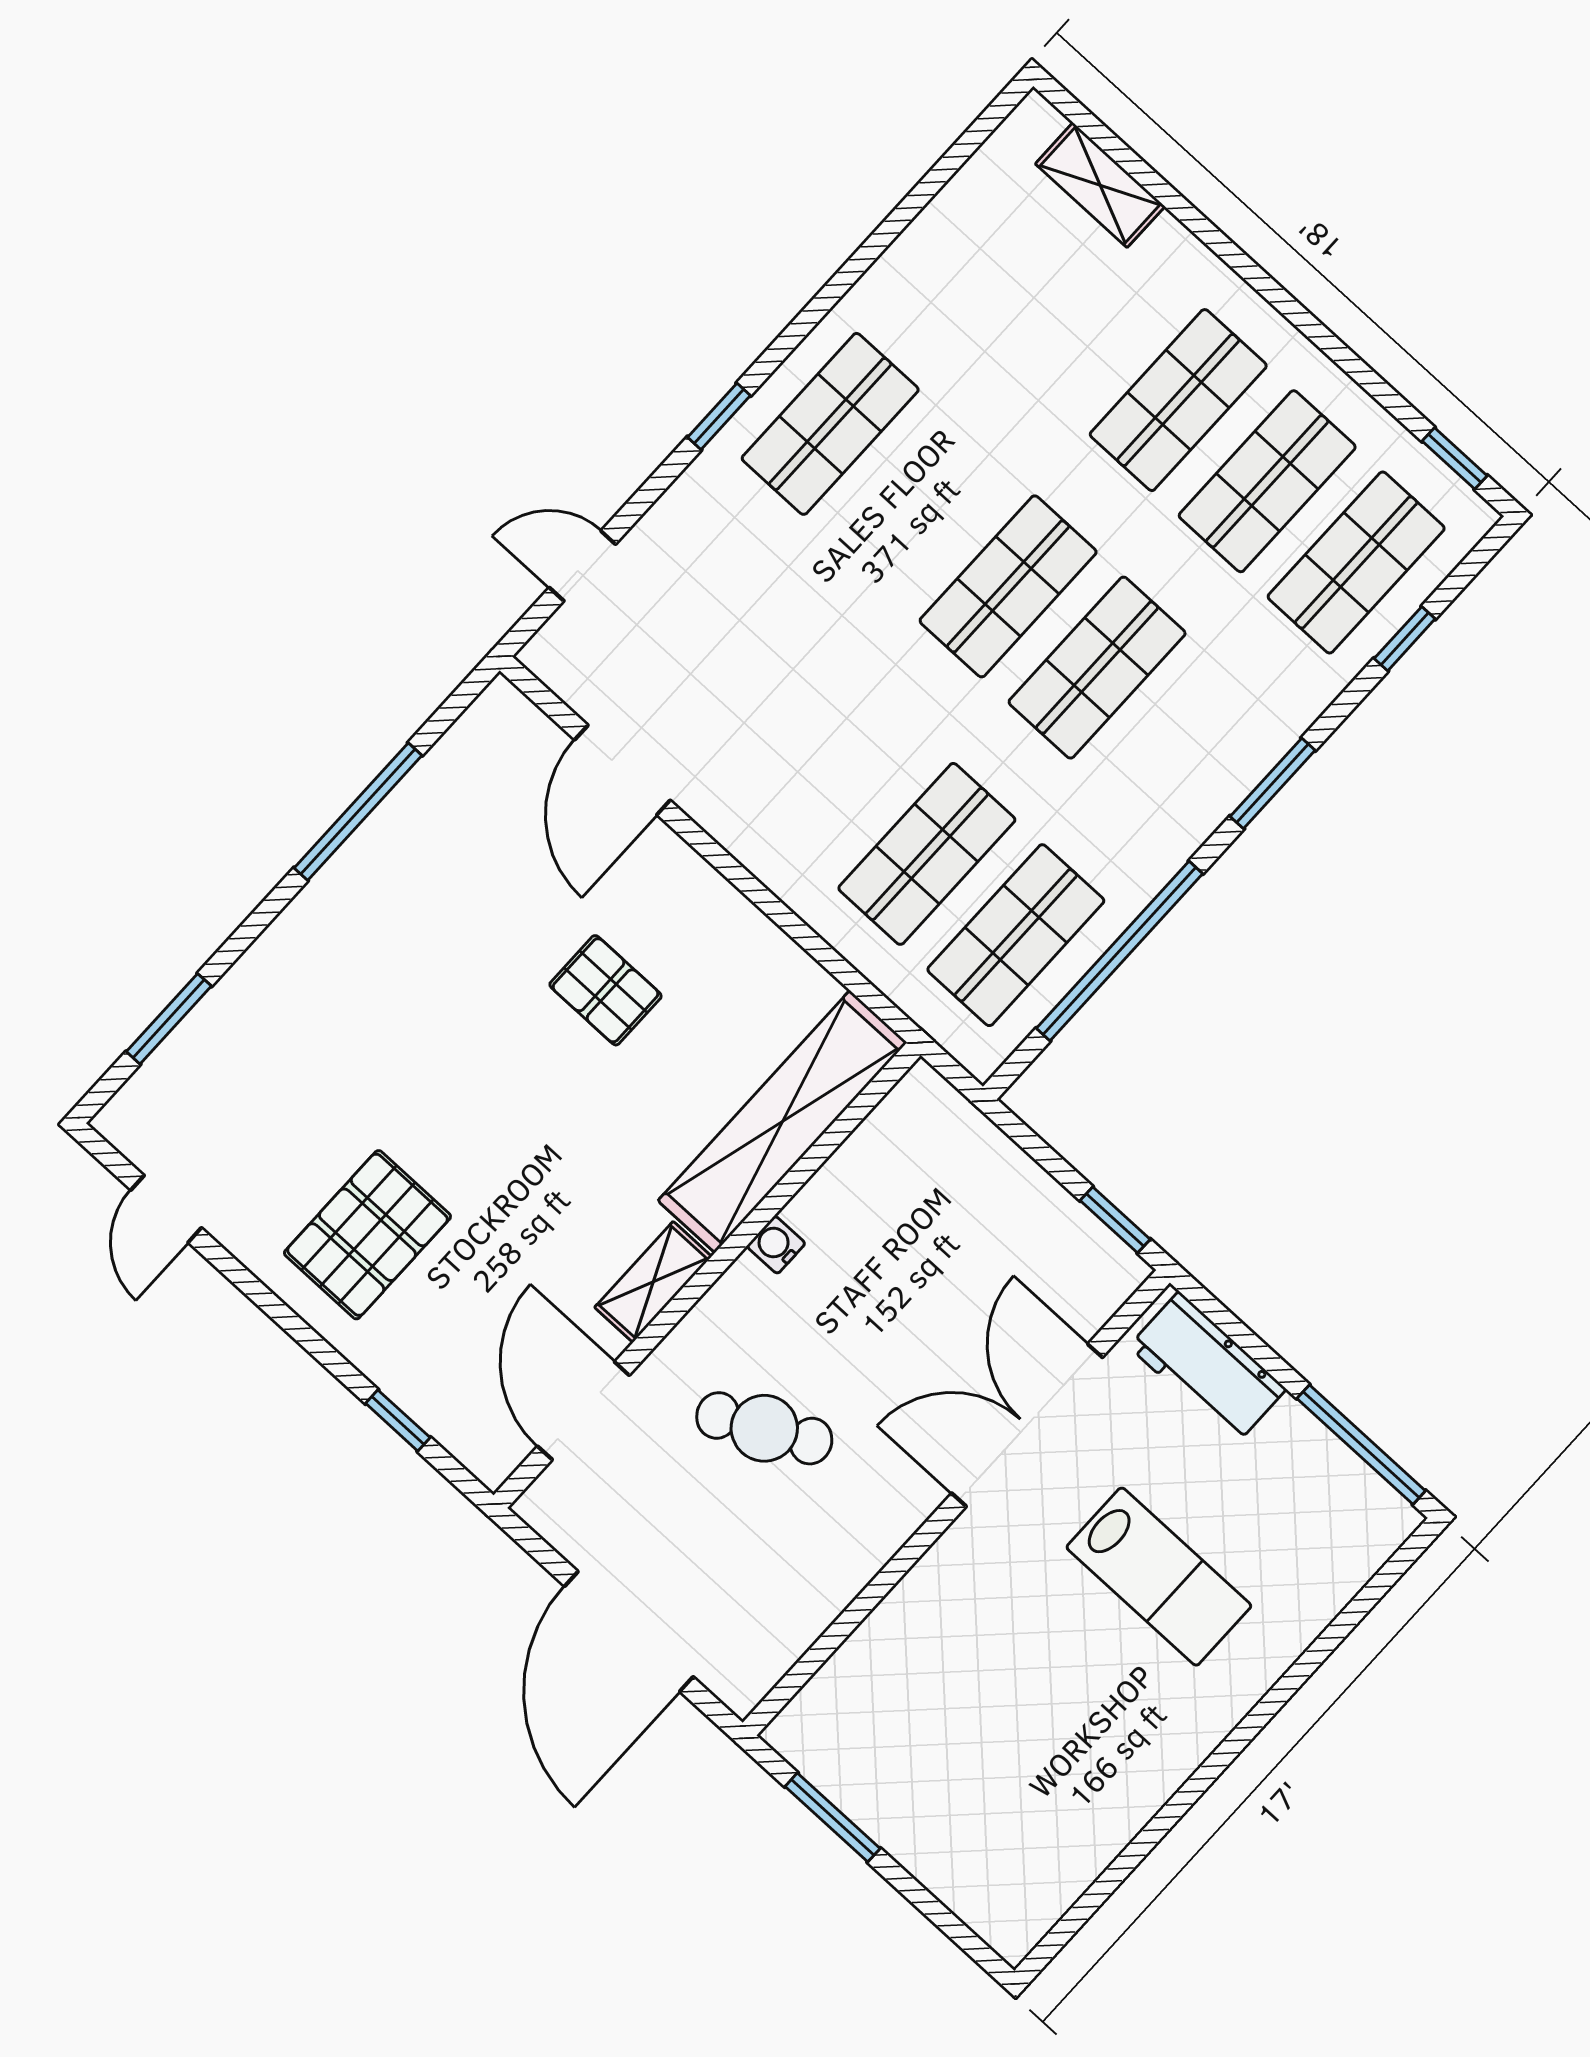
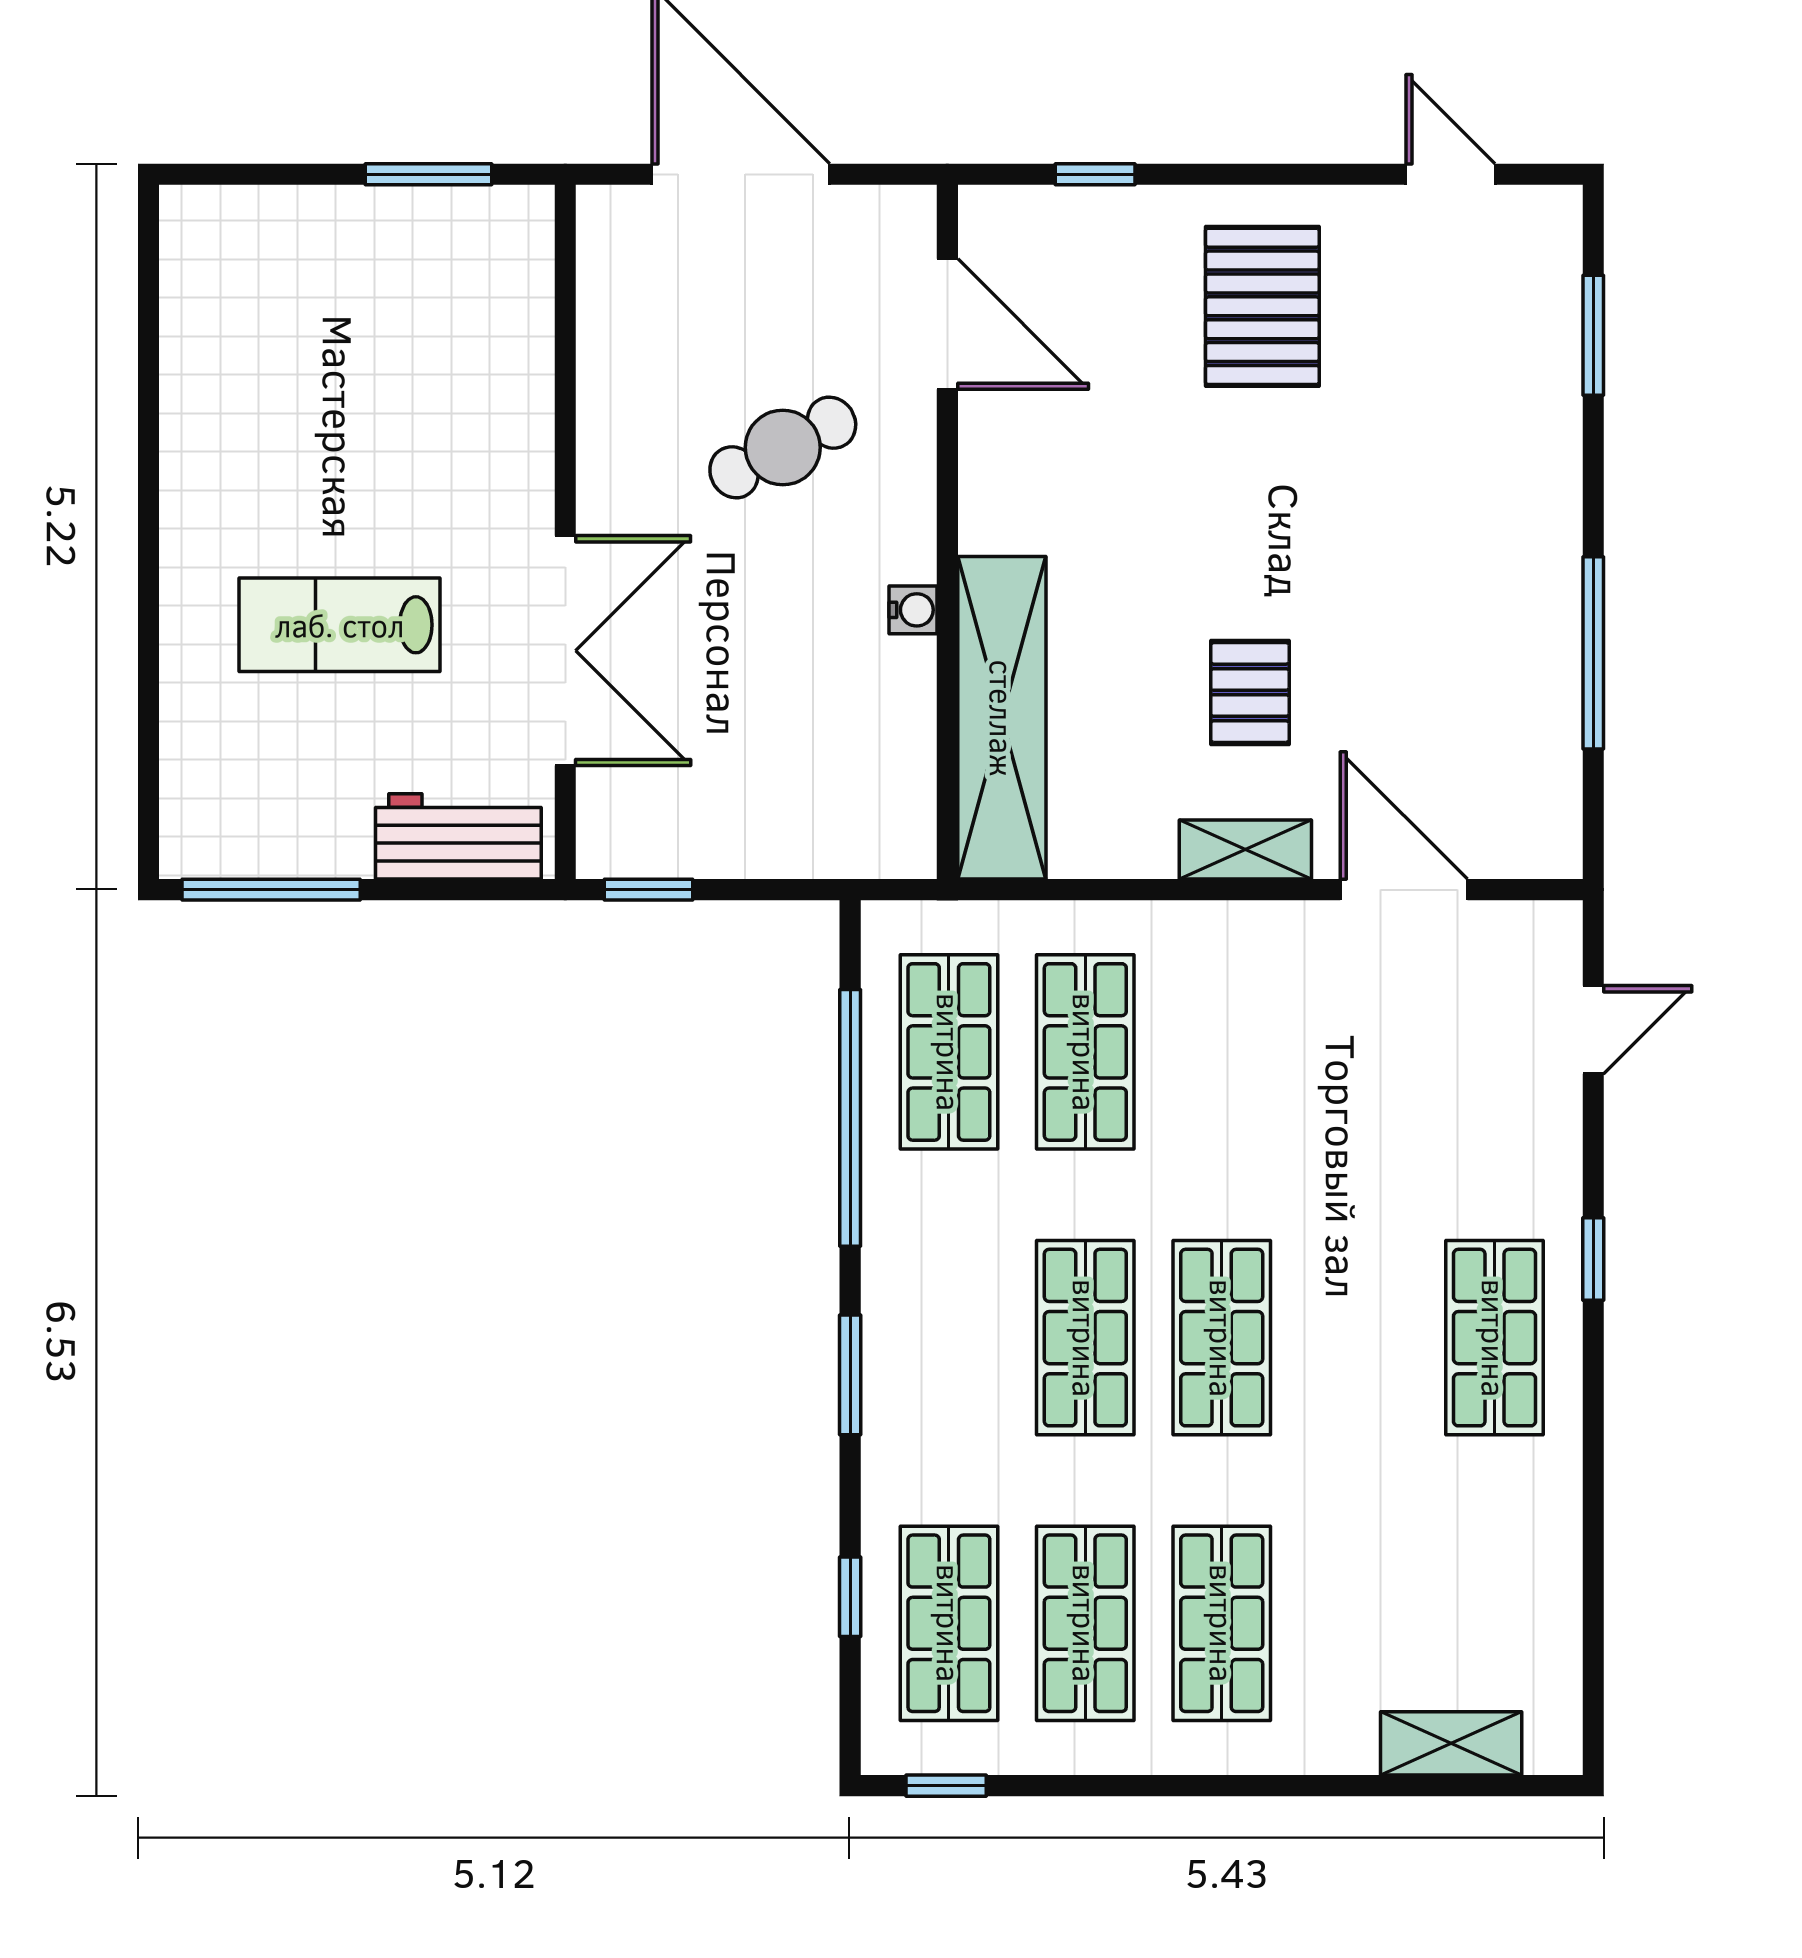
pallet: (606, 990) -> (1250, 692), turned 90
shelving: (653, 1282) -> (1245, 850), moved, turned 90

